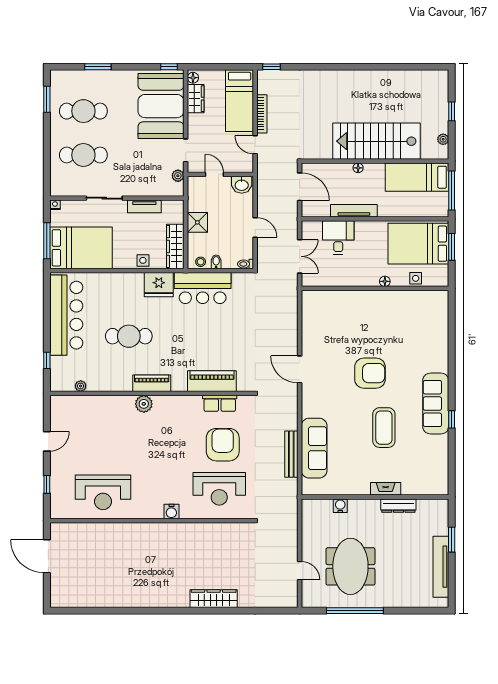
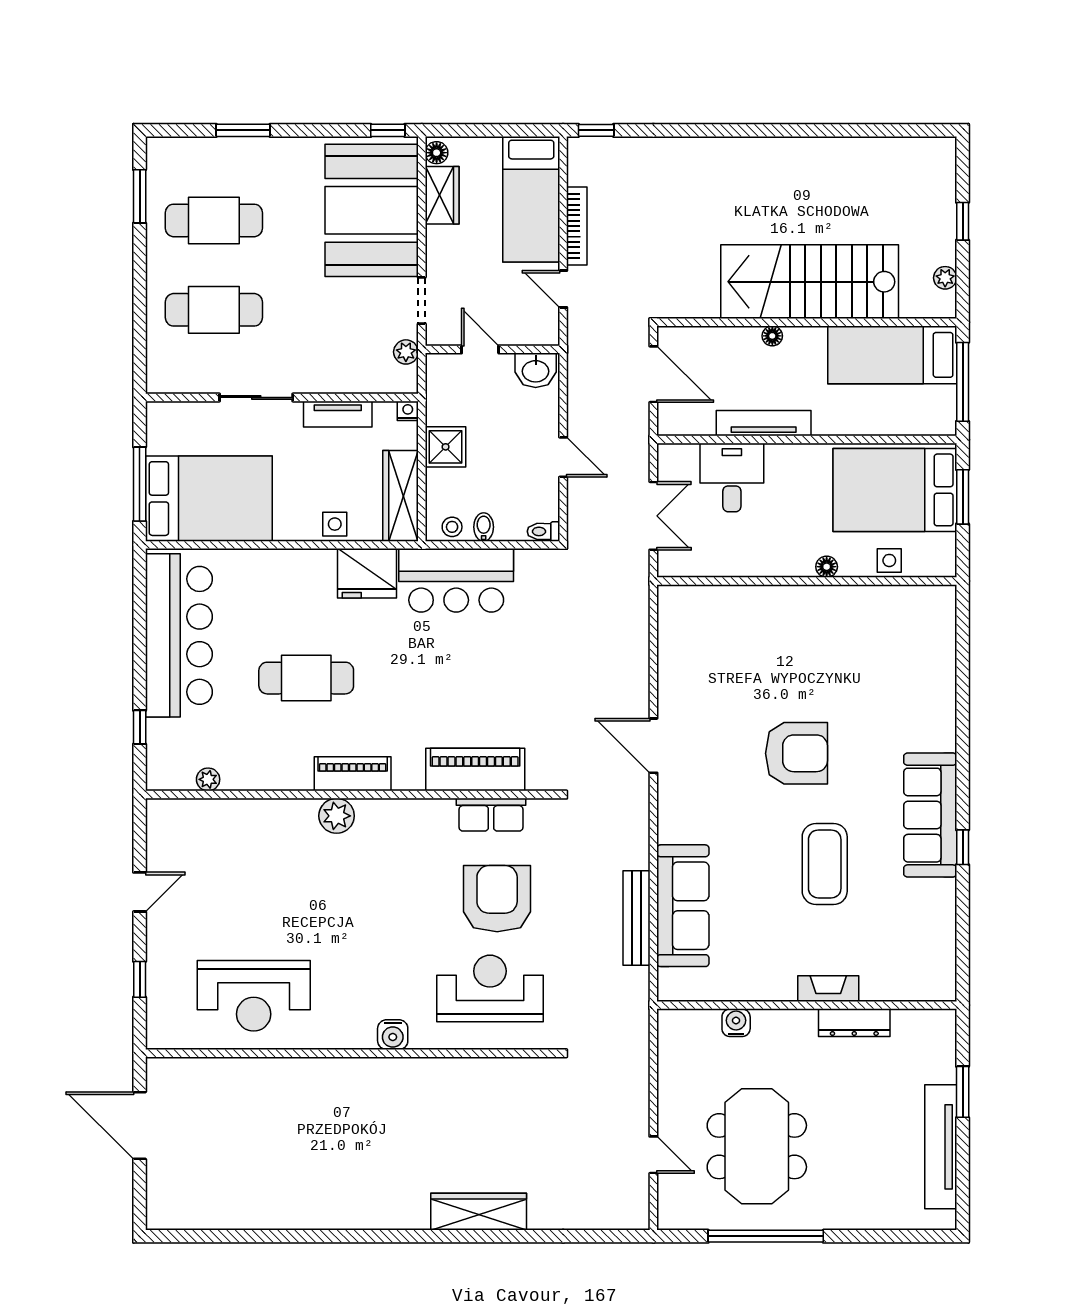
nightstand: (55, 205) -> (408, 411), moved
reception desk: (219, 489) -> (490, 988), turned 180

